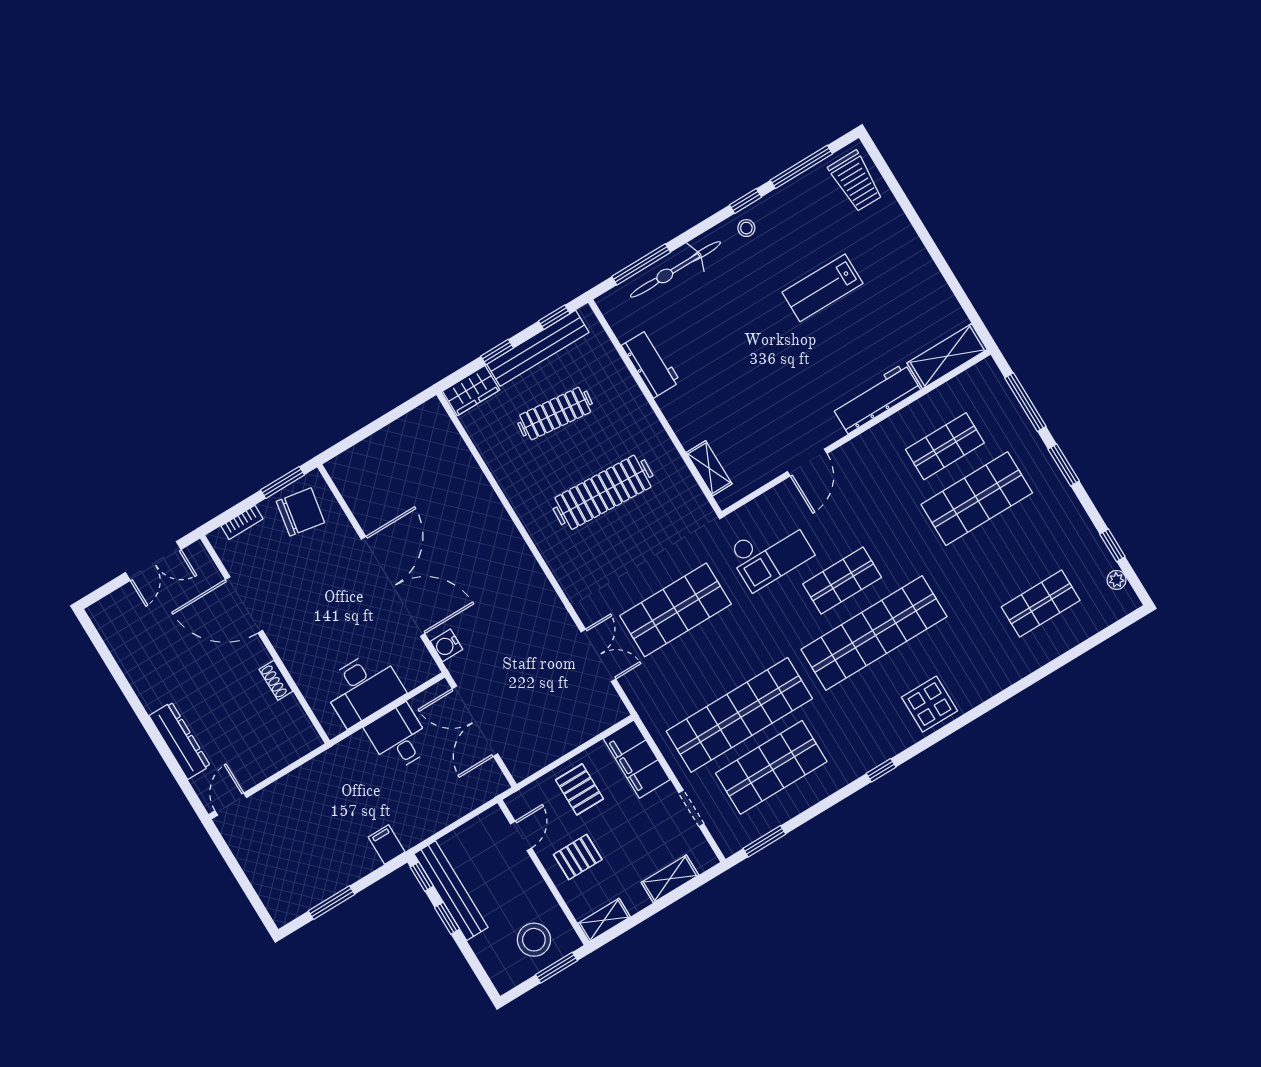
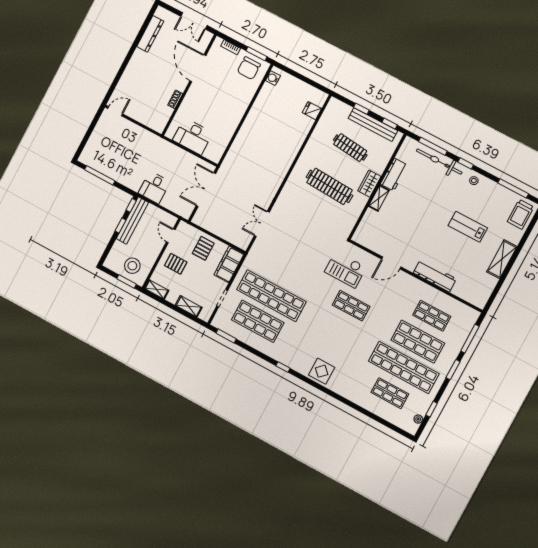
window: (745, 201) -> (466, 163), moved
shelving: (947, 356) -> (502, 259), moved, turned 90
wardrobe: (471, 391) -> (369, 184), moved, turned 90
fridge: (447, 443) -> (312, 111), added
shelving: (709, 468) -> (379, 198), moved
chair: (300, 512) -> (249, 68), turned 80
double door: (393, 586) -> (241, 124), removed
shop shelf: (676, 610) -> (299, 244), removed
shop shelf: (874, 633) -> (404, 367), moved
water cooler: (446, 645) -> (273, 78), moved
double door: (598, 655) -> (262, 224), swing flipped
desk: (399, 738) -> (154, 187), moved, turned 180
dresser: (180, 741) -> (150, 34), moved
door: (521, 836) -> (171, 236), swing flipped
filing cabinet: (387, 844) -> (136, 184), removed
window: (332, 903) -> (100, 175), width x1.44

